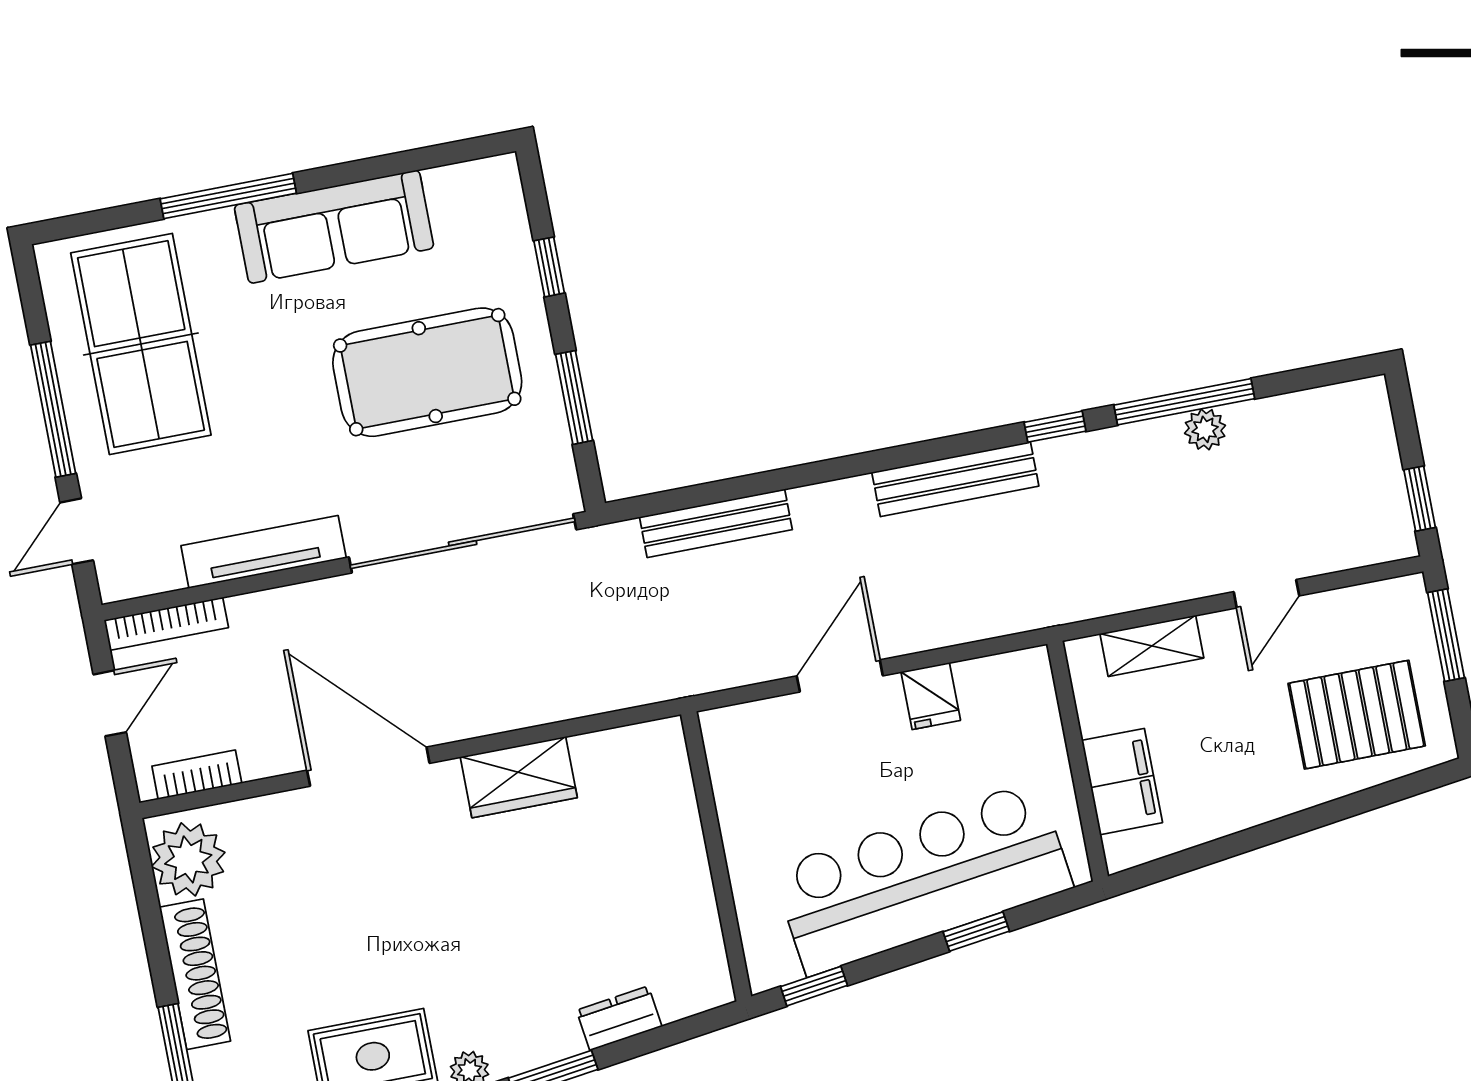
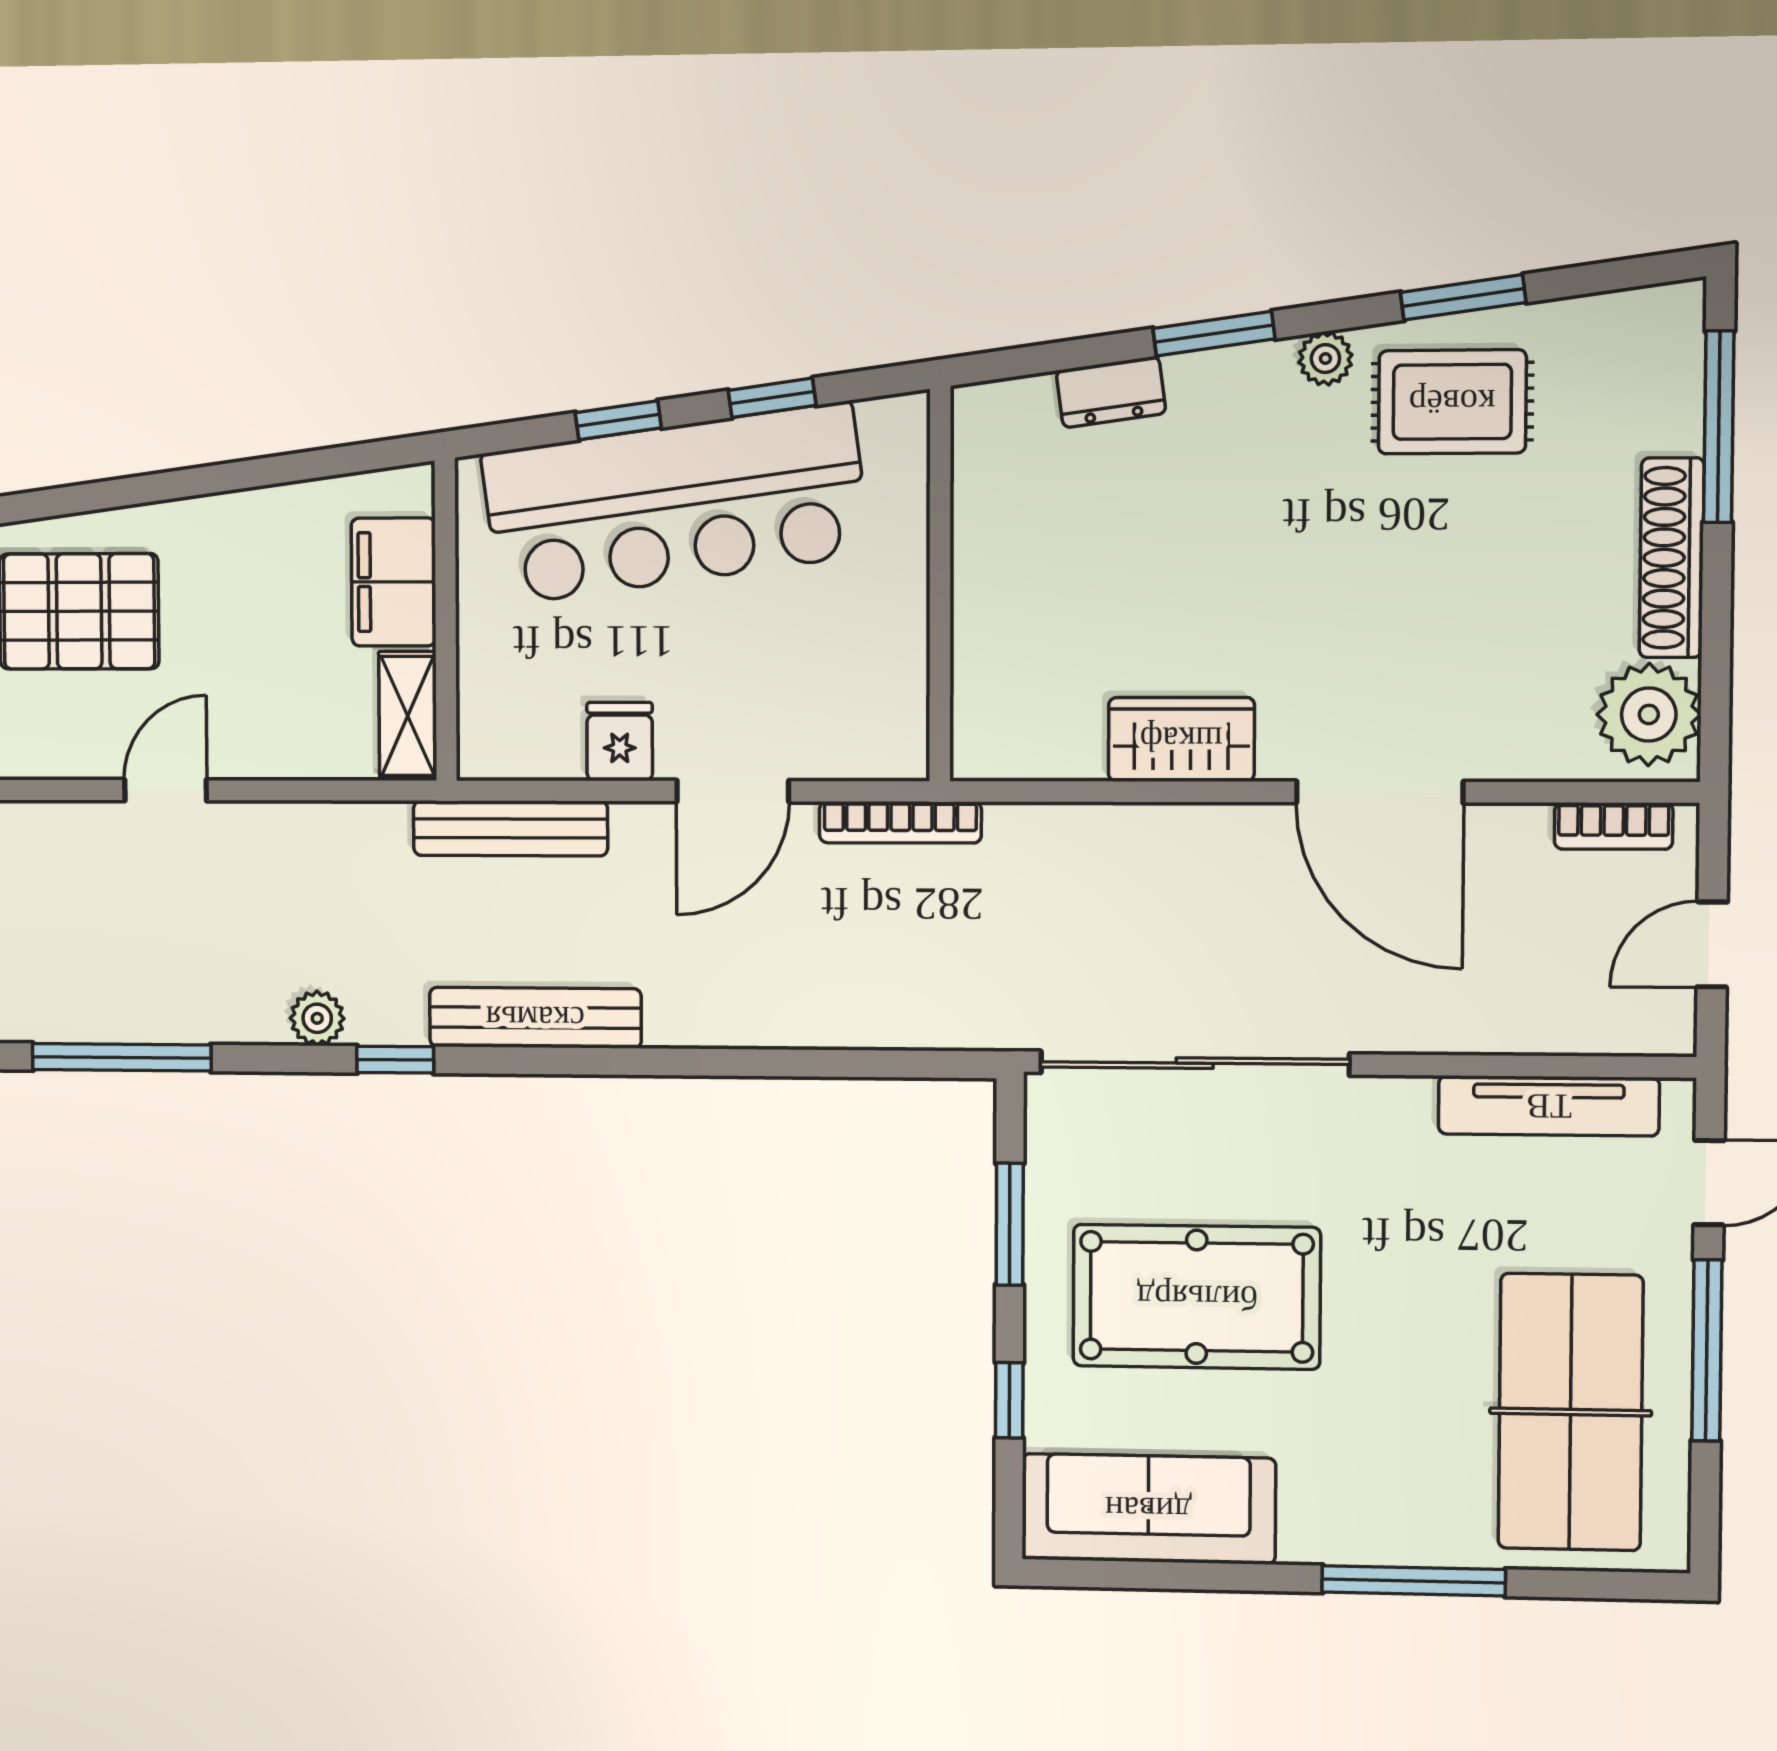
sofa: (334, 227) -> (1148, 1509), moved
window: (1184, 402) -> (122, 1057), moved
plant: (1205, 429) -> (317, 1018), moved
bench: (716, 523) -> (510, 828), moved
tv unit: (264, 552) -> (1549, 1106), moved
bookcase: (166, 624) -> (900, 822), moved, turned 180
shelving: (1152, 646) -> (408, 716), moved, turned 90
window: (814, 986) -> (772, 398), moved

